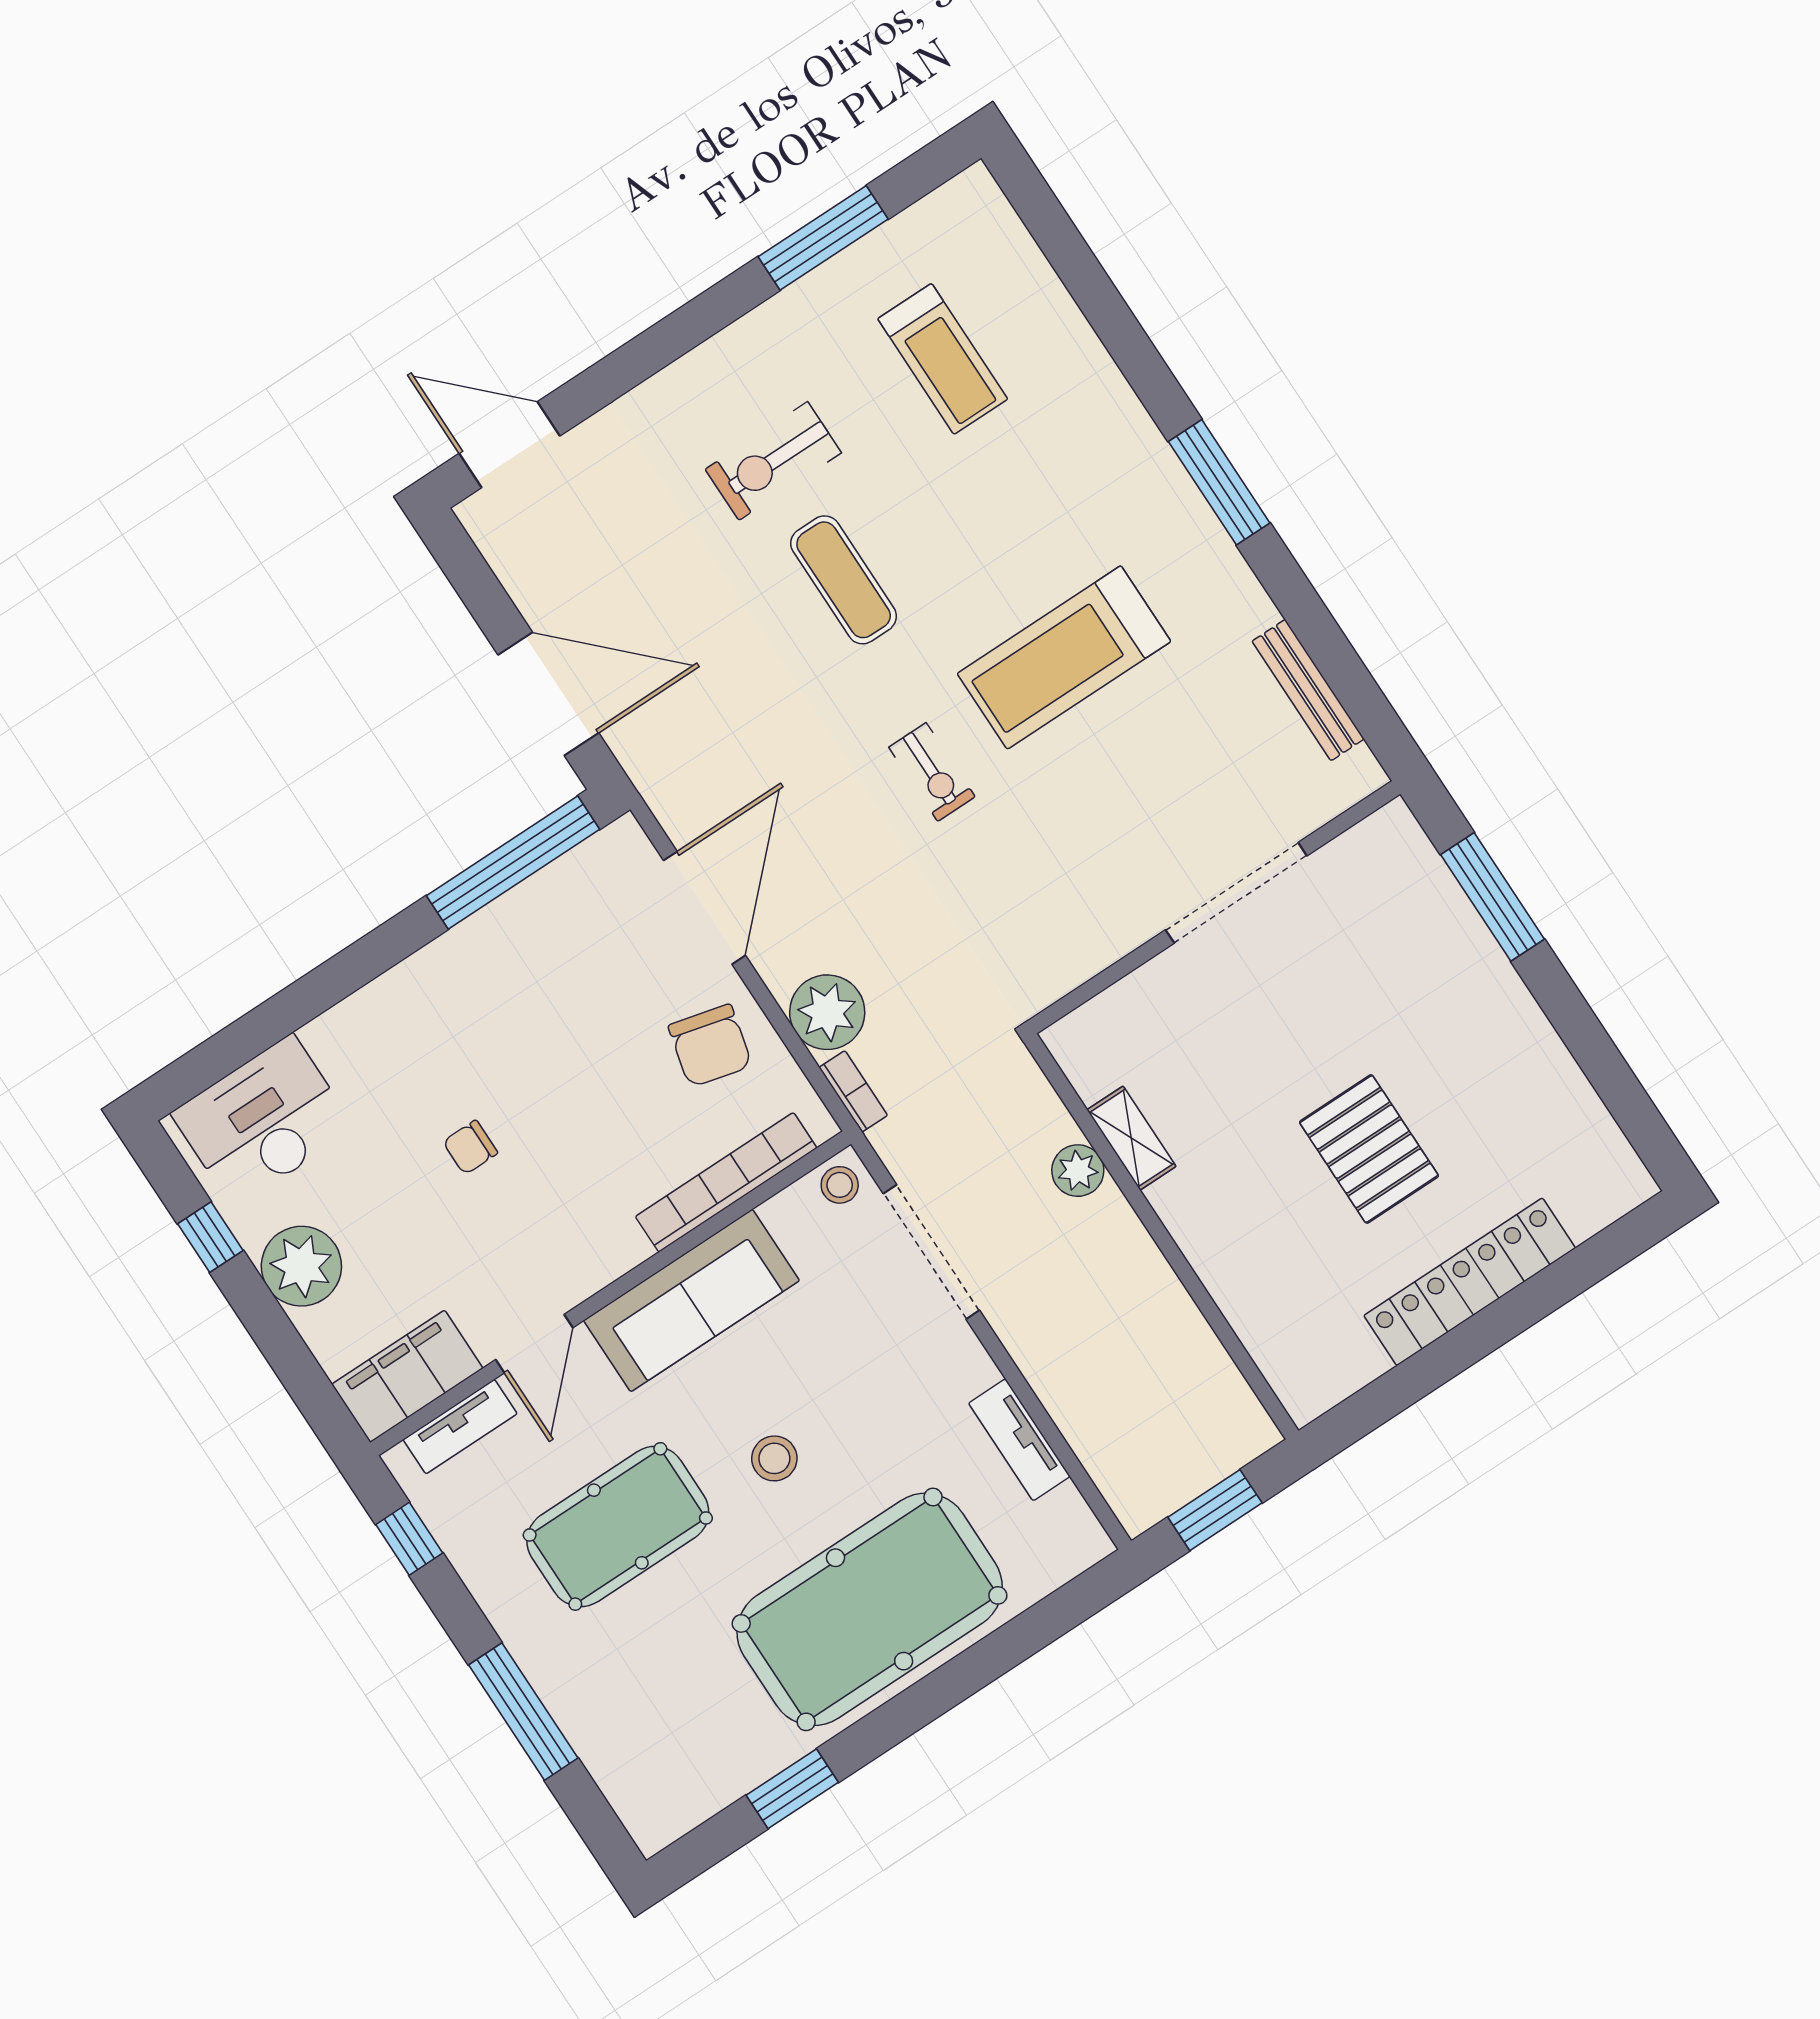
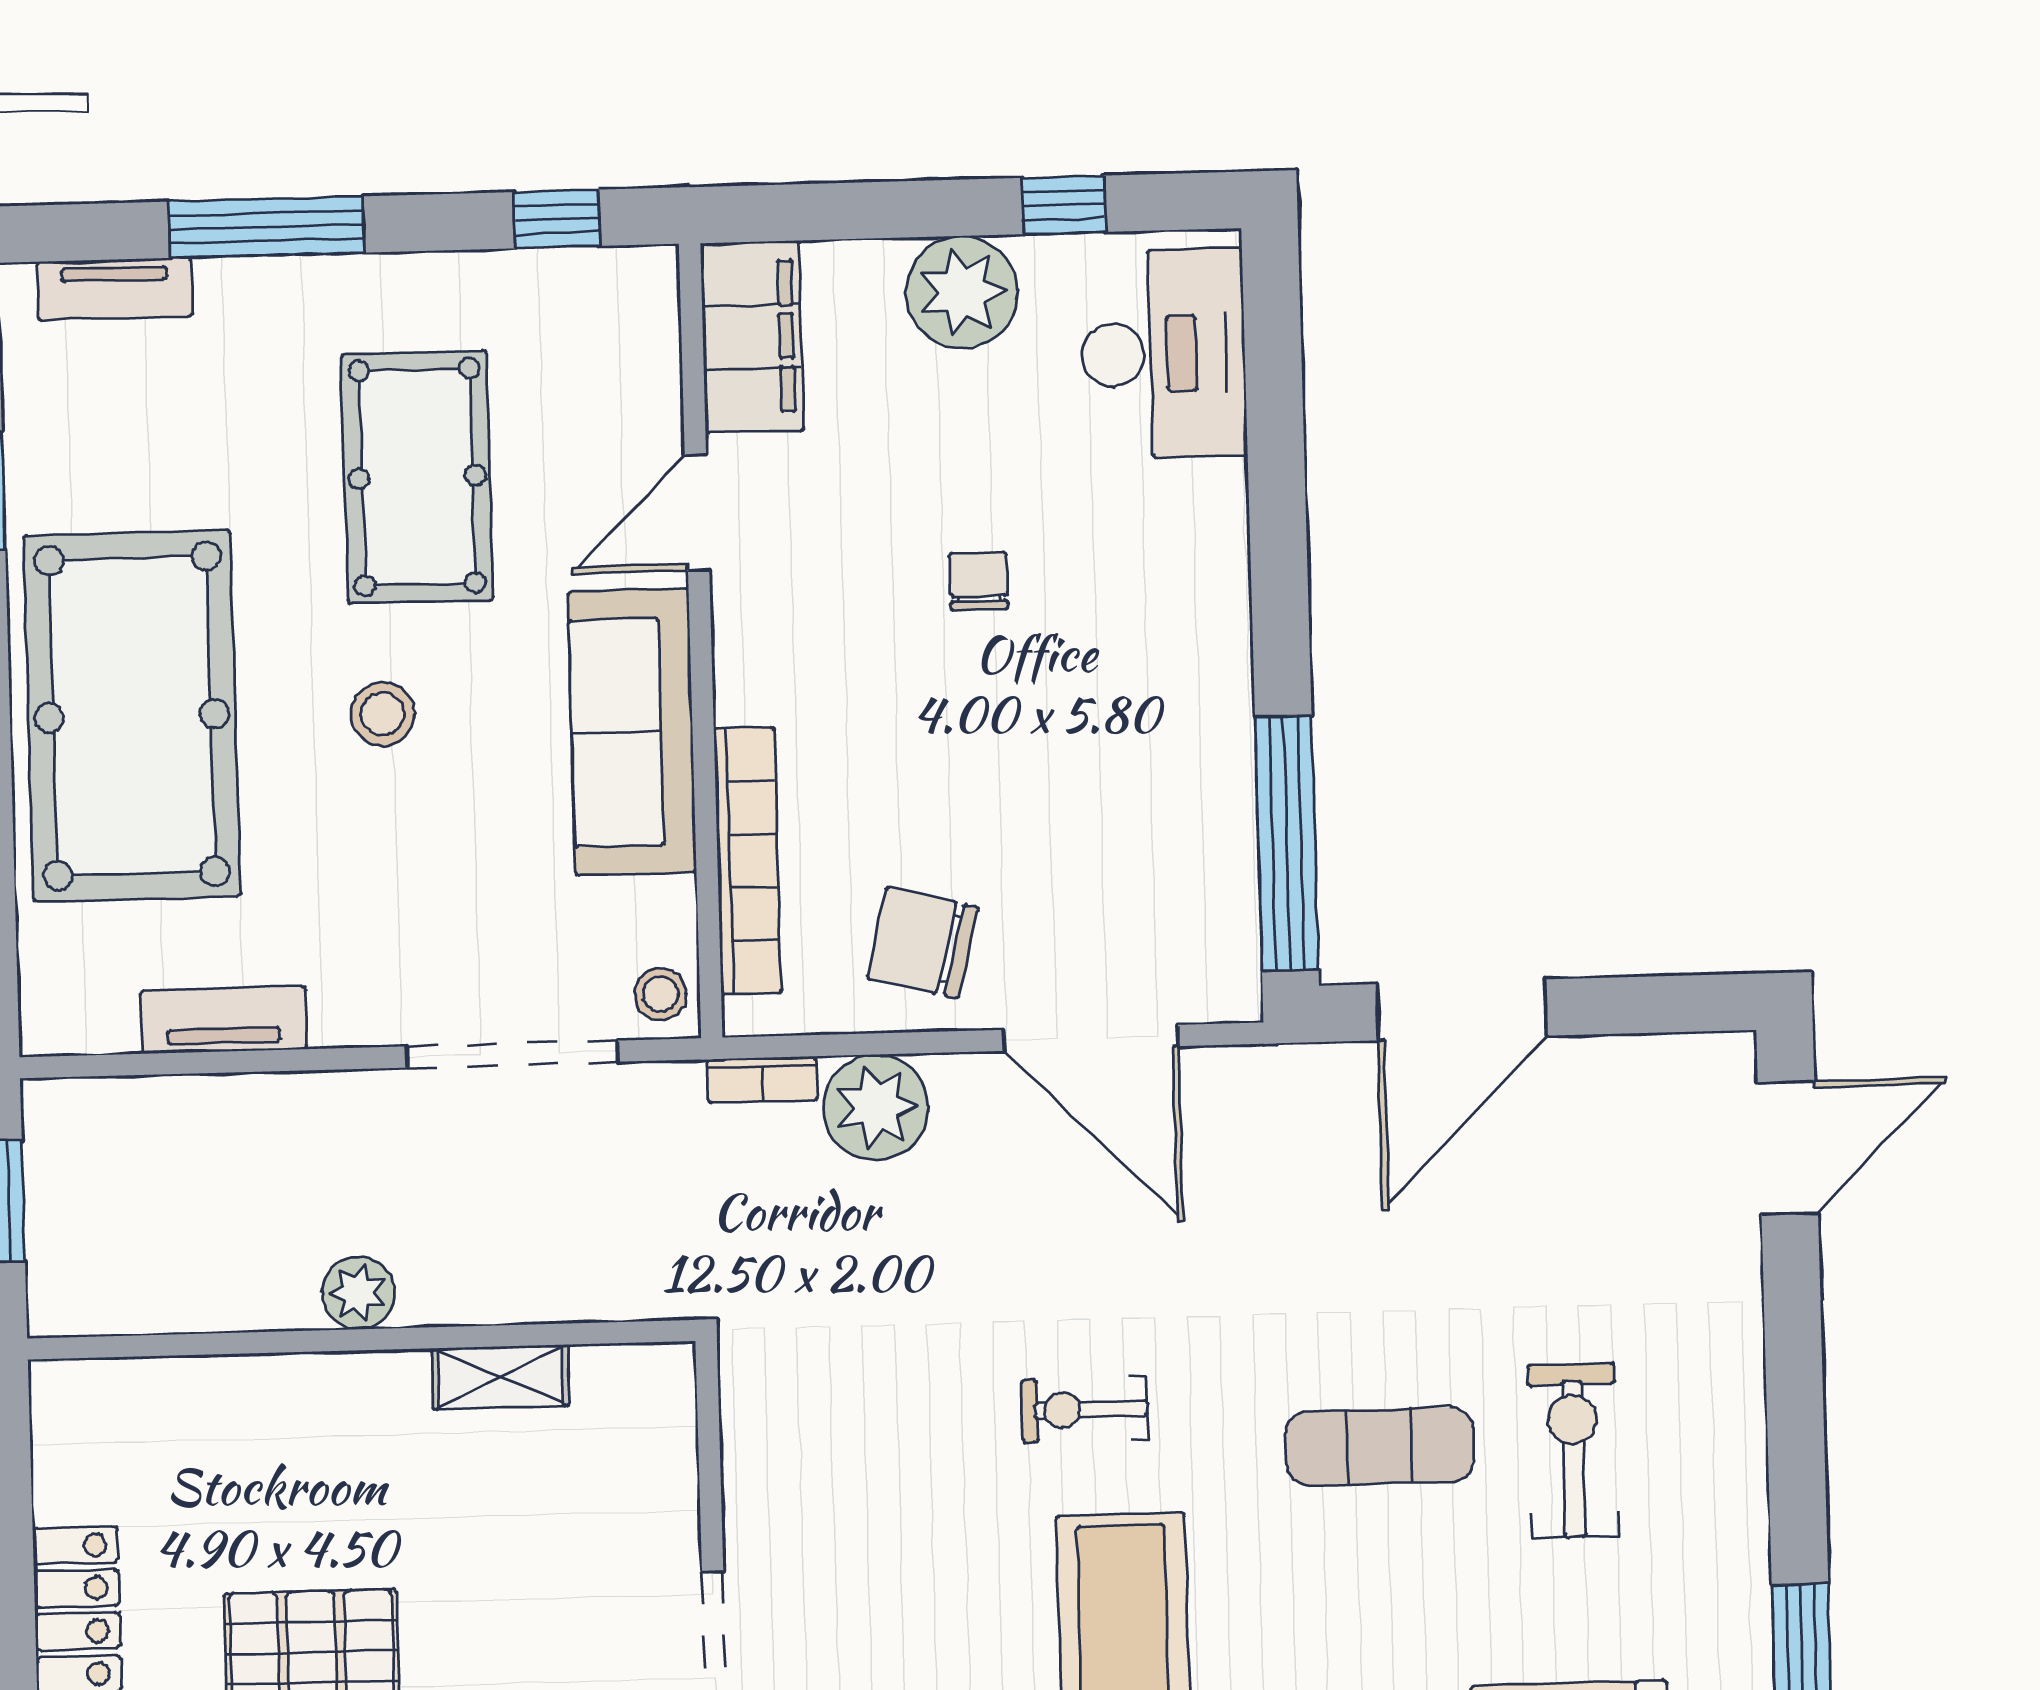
plant: (1078, 1171) -> (358, 1293), moved
door: (534, 1344) -> (697, 512), hinge flipped
tv unit: (460, 1427) -> (115, 289), moved, turned -90

